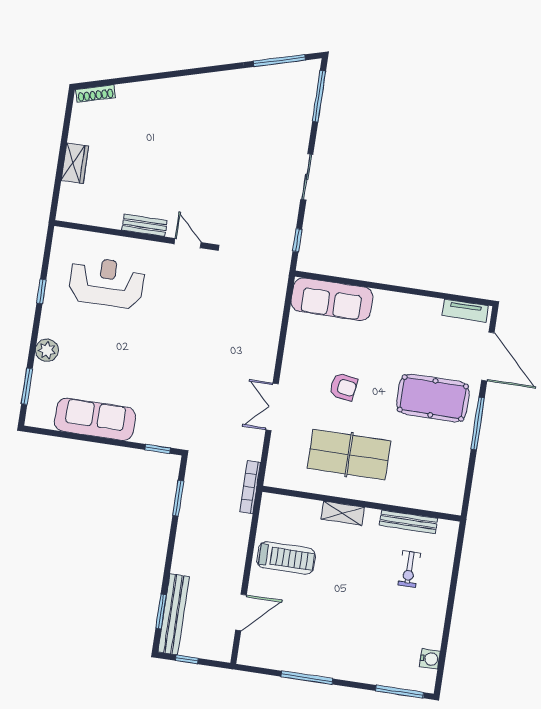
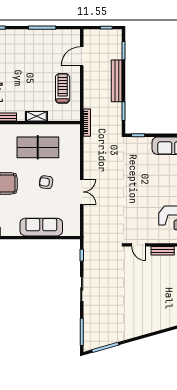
sofa: (332, 299) -> (41, 227), moved
double door: (272, 407) -> (82, 192), moved
treadmill: (286, 558) -> (63, 88), turned 90
bench: (174, 614) -> (117, 81), moved

